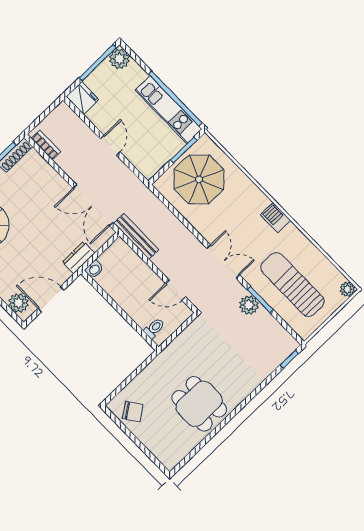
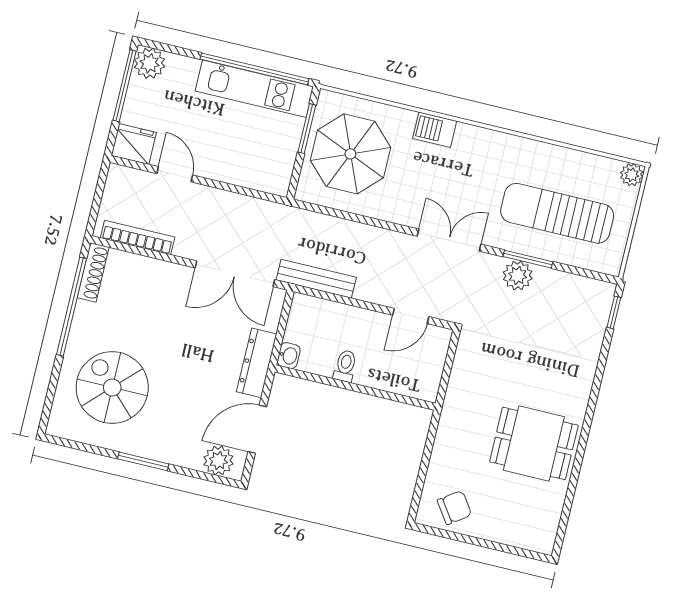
bookcase: (46, 145) -> (138, 238), width x1.56
door: (110, 145) -> (175, 174), moved
barbecue: (276, 218) -> (435, 130), moved
dresser: (79, 258) -> (257, 363), width x1.44
toilet: (154, 328) -> (345, 366), moved

